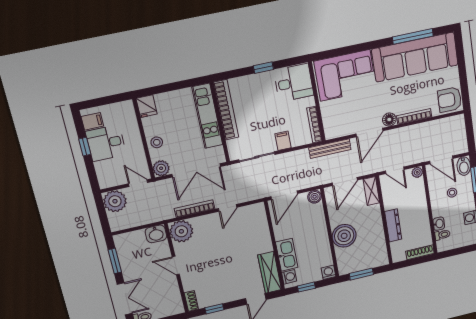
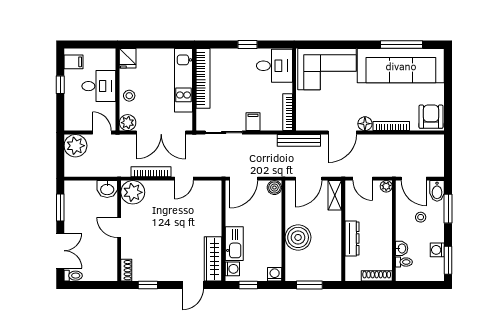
armchair: (450, 100) -> (431, 117), turned 90
desk: (106, 143) -> (99, 86), moved, turned 180

